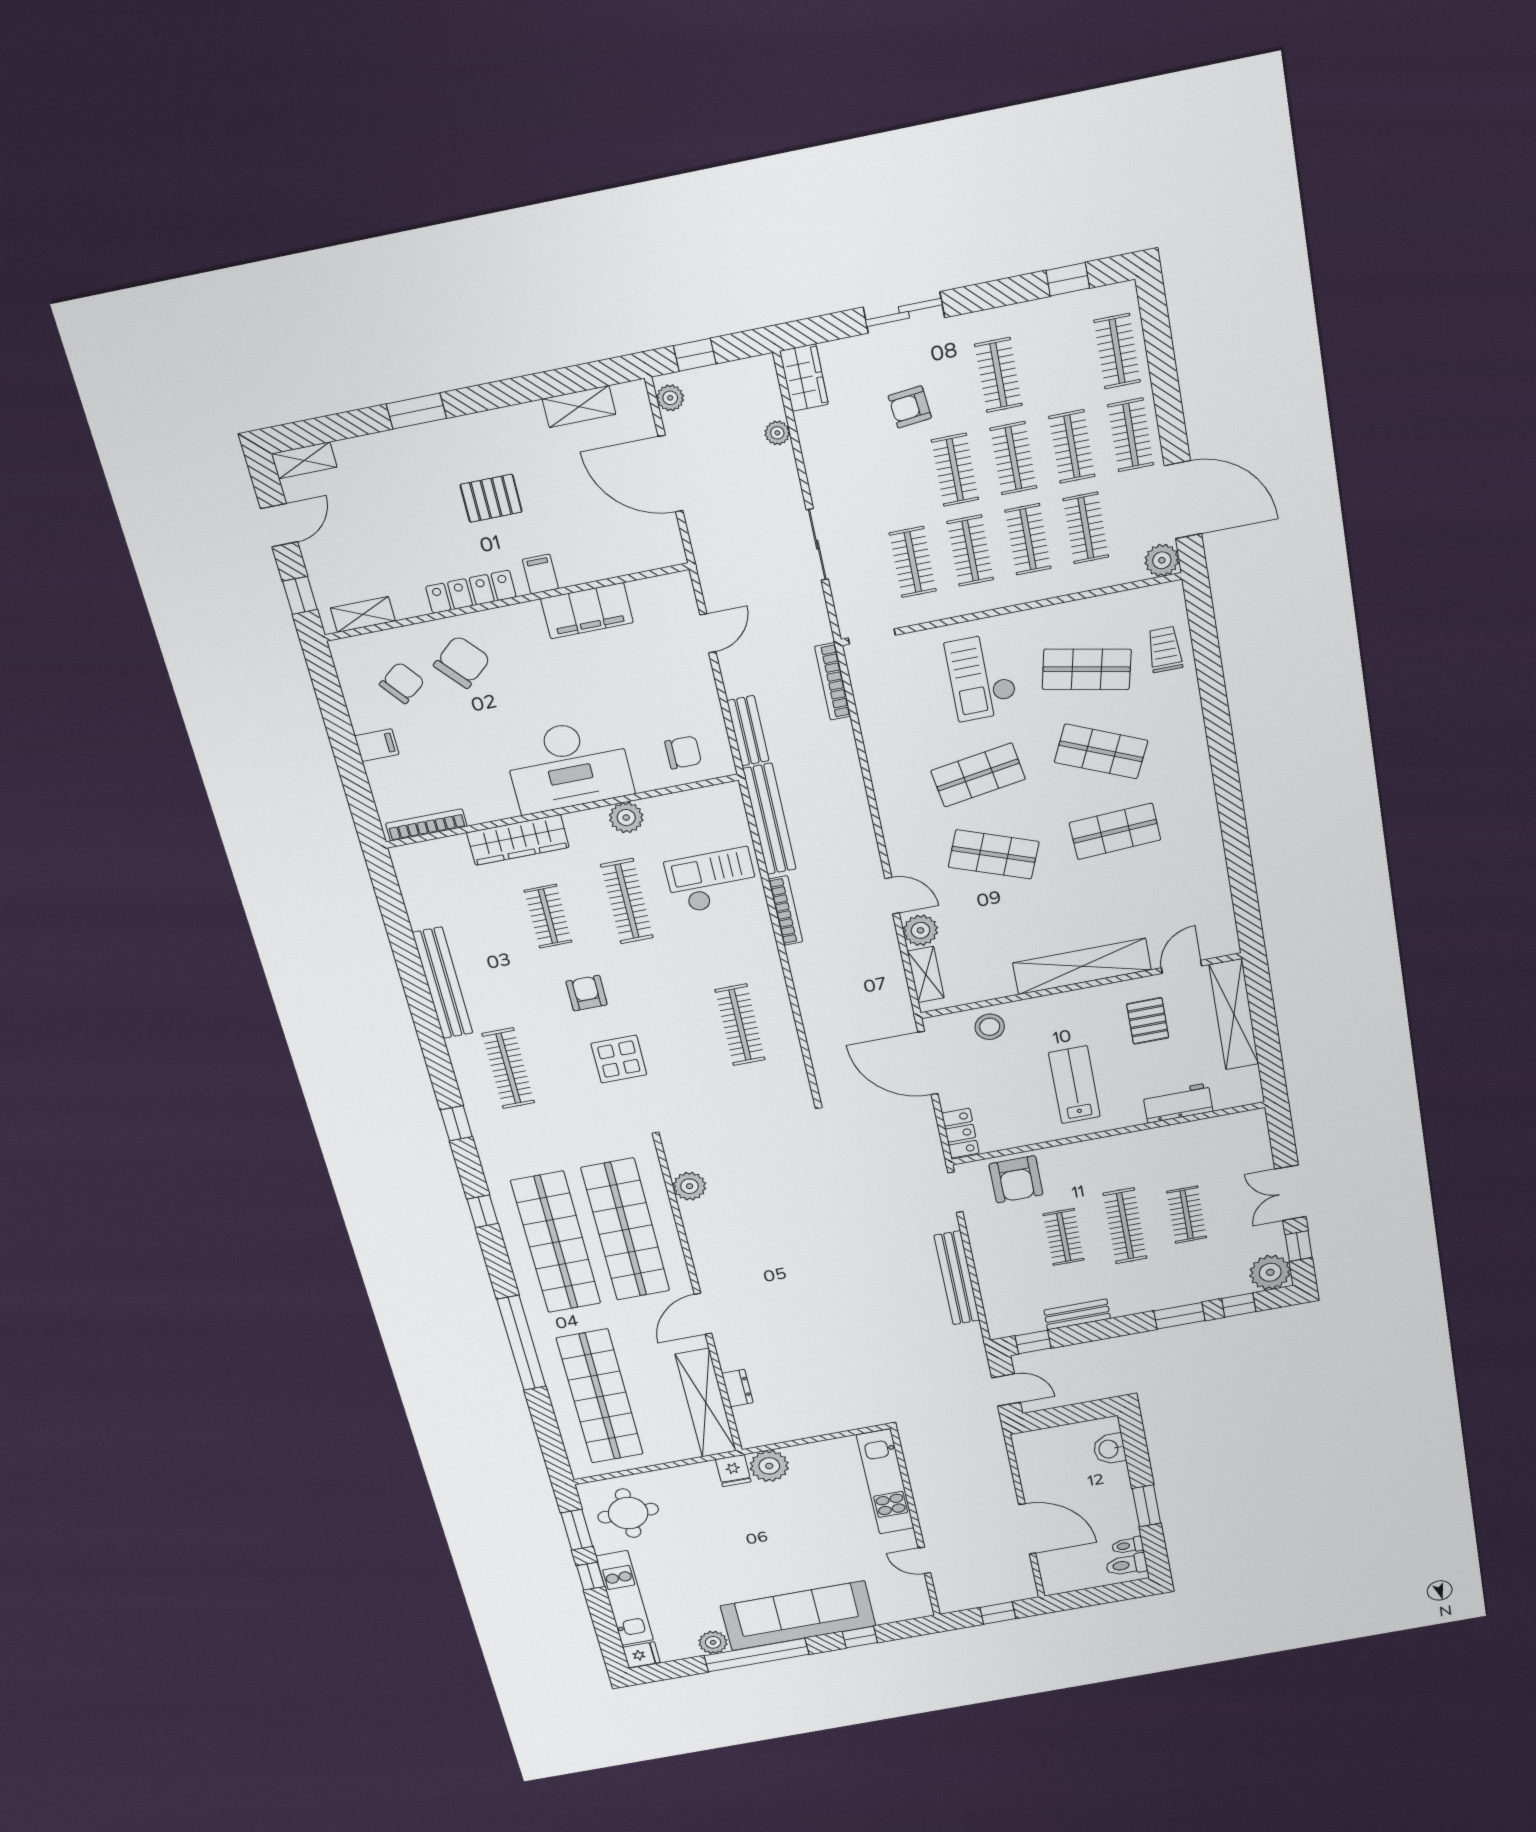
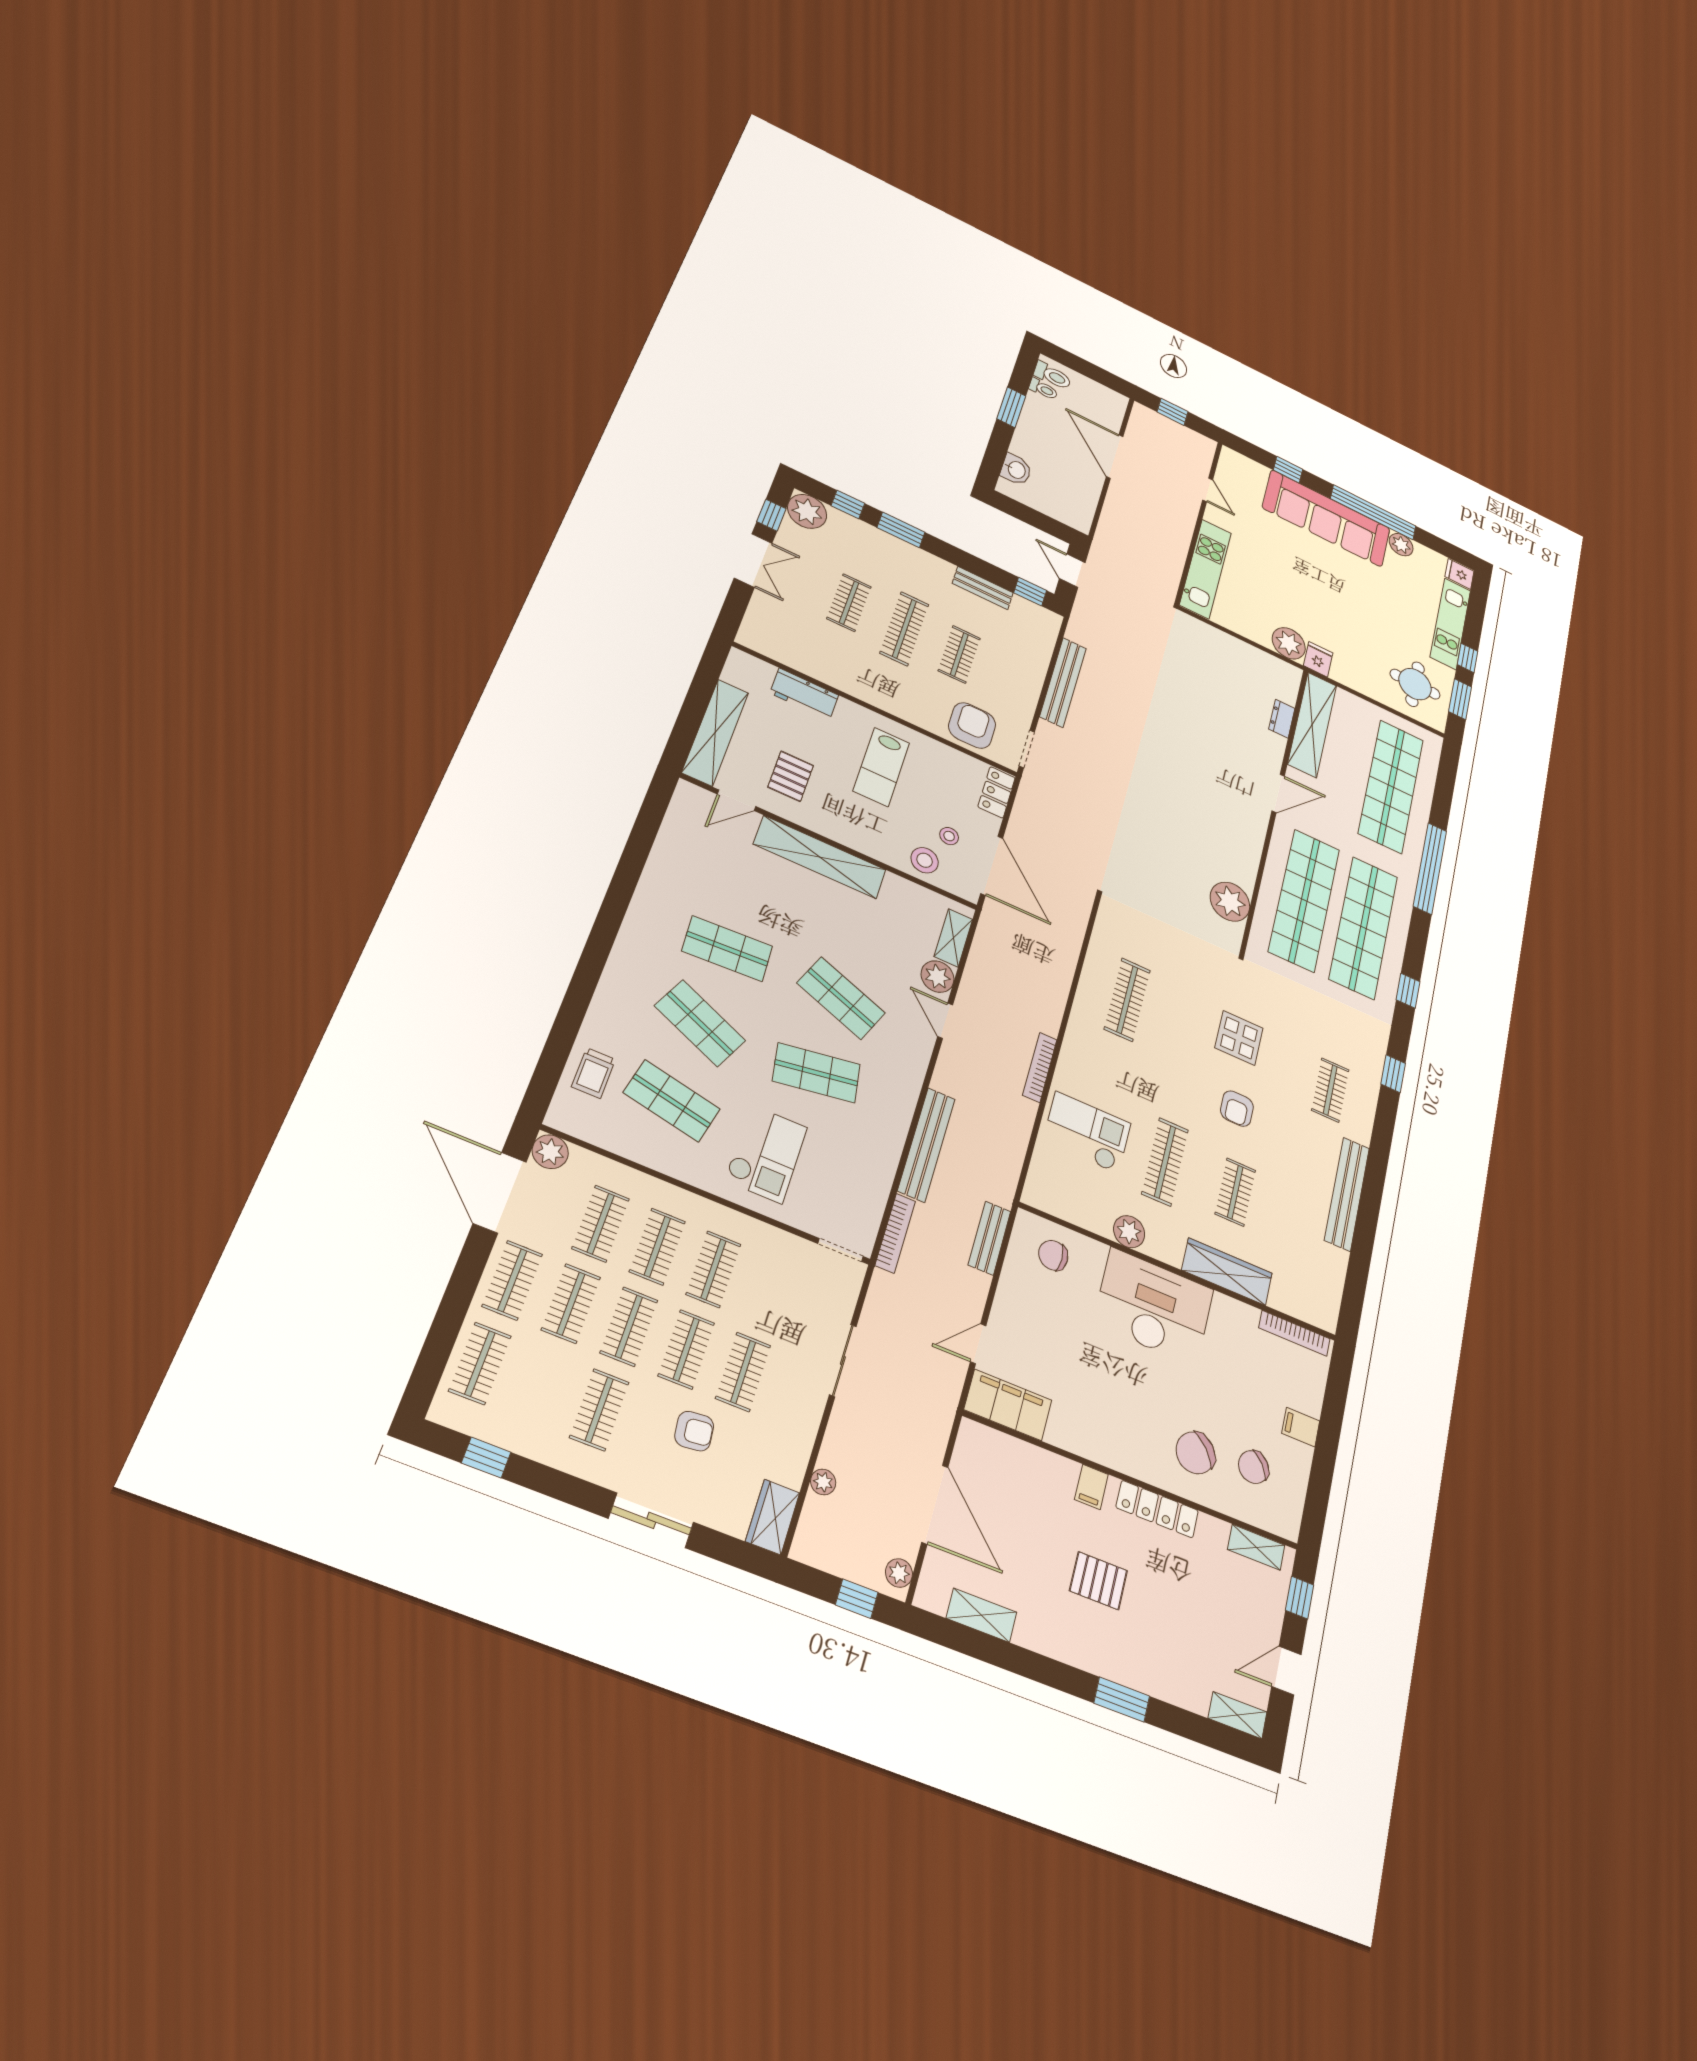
clothes rail: (913, 562) -> (743, 1372), moved
filing cabinet: (587, 611) -> (1008, 1405), moved
bench: (769, 819) -> (926, 1145), moved
checkout: (712, 881) -> (1087, 1132), turned 180
stool: (980, 1064) -> (949, 836), added
clothes rail: (508, 1068) -> (1330, 1090), width x0.73
plant: (690, 1186) -> (1230, 902), width x1.36, depth x1.36

